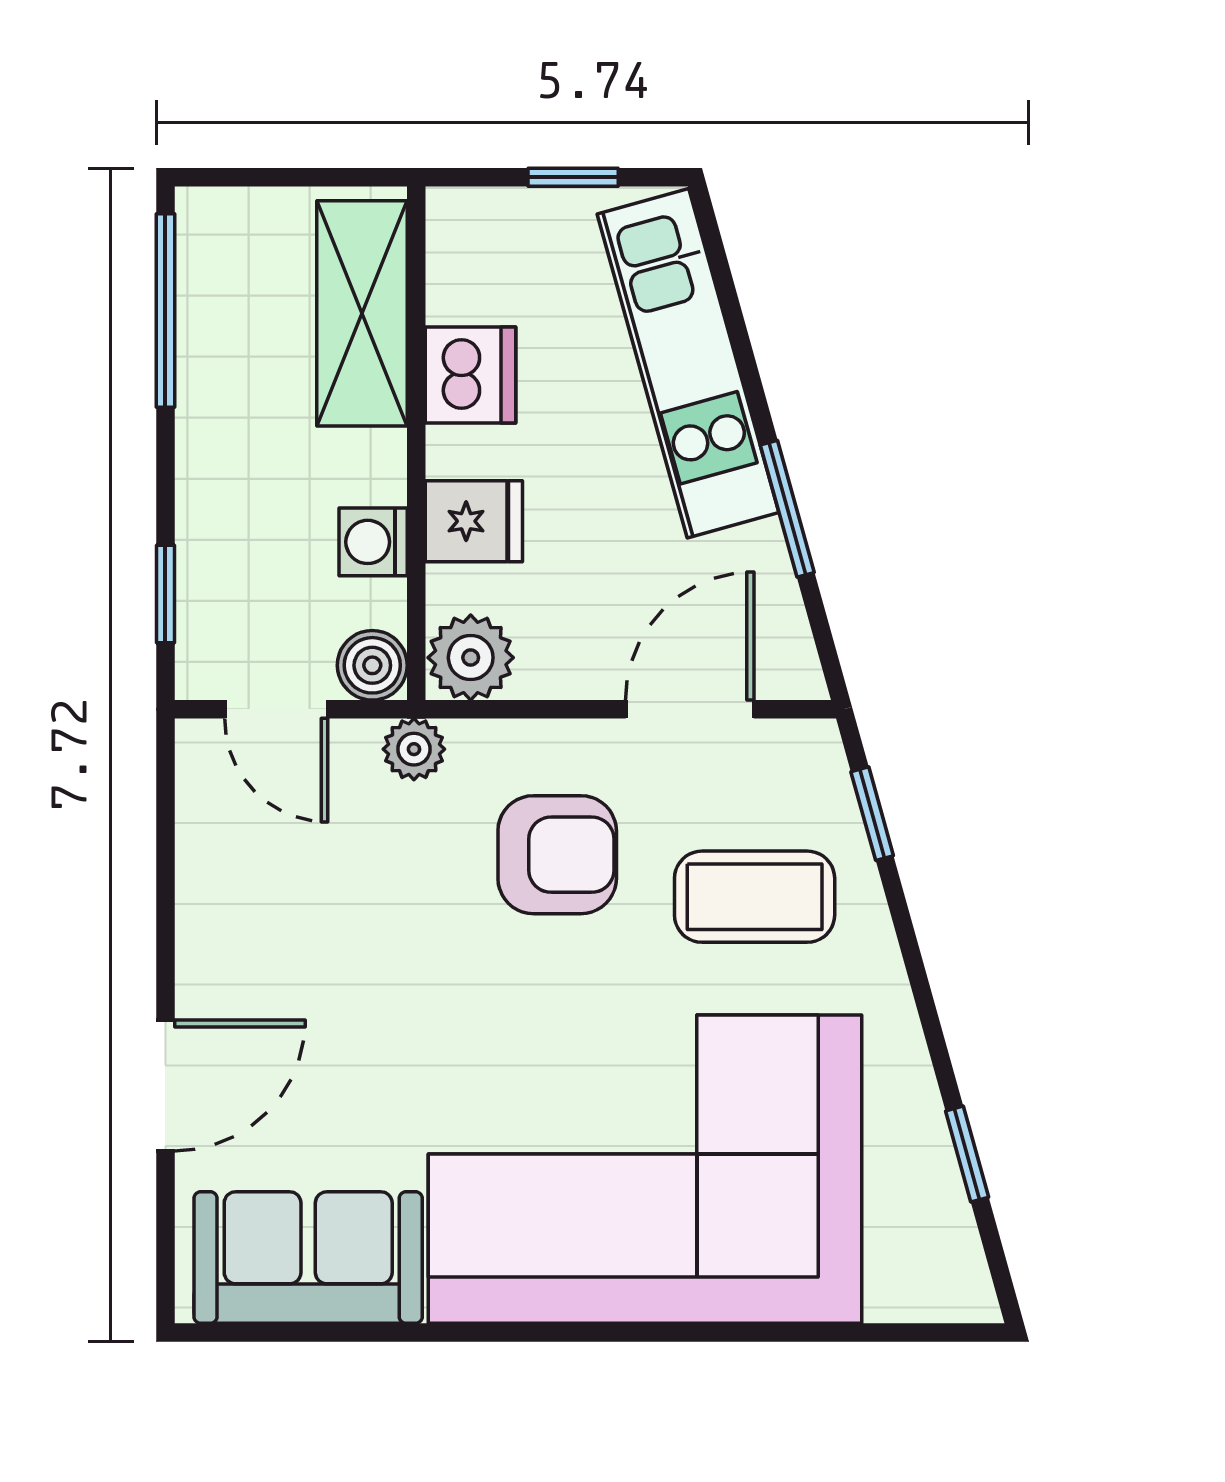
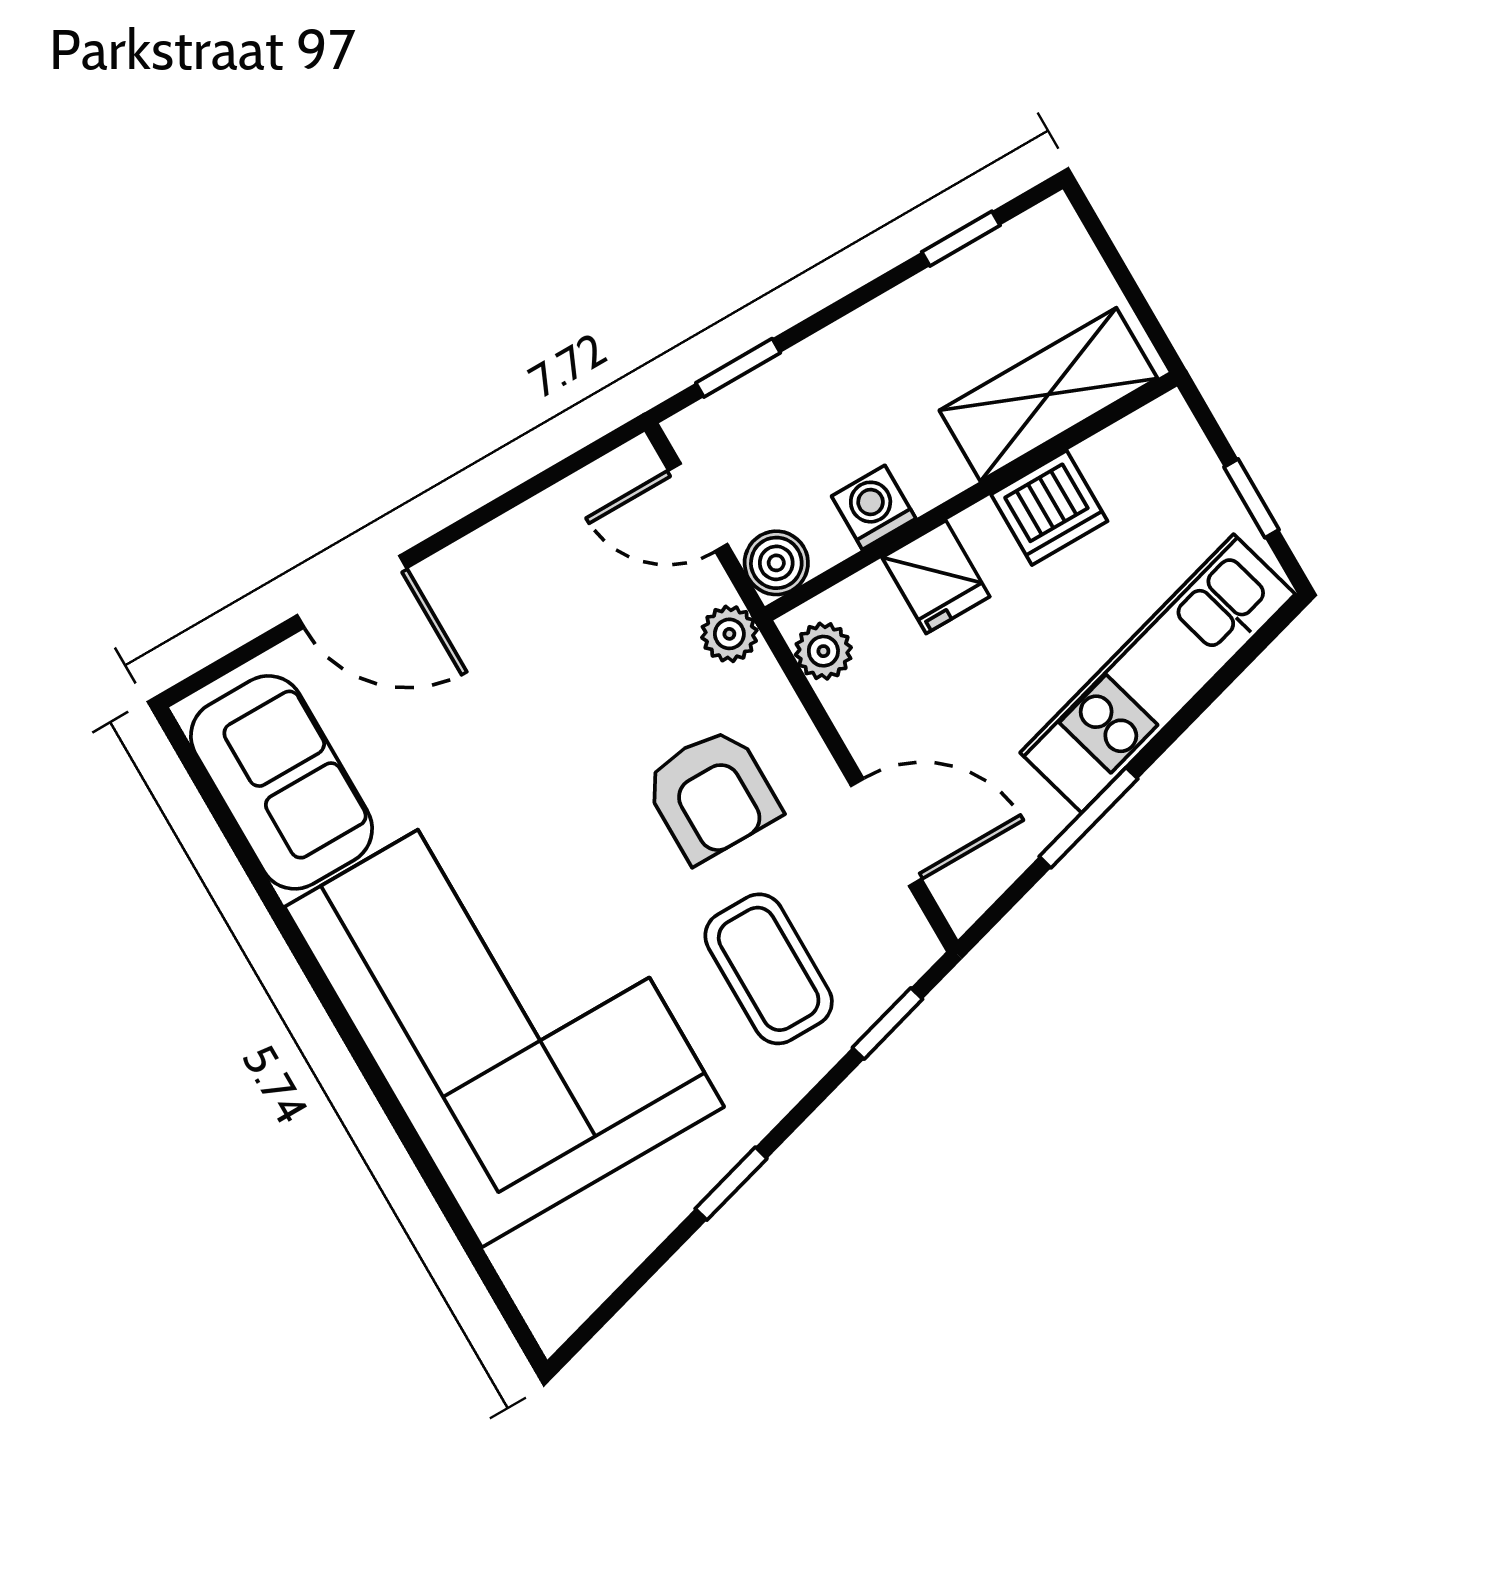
window: (165, 311) -> (961, 239), width x0.46
plant: (471, 658) -> (823, 651), width x0.73, depth x0.73
door: (276, 709) -> (698, 507), hinge flipped
window: (967, 1154) -> (731, 1184), moved

